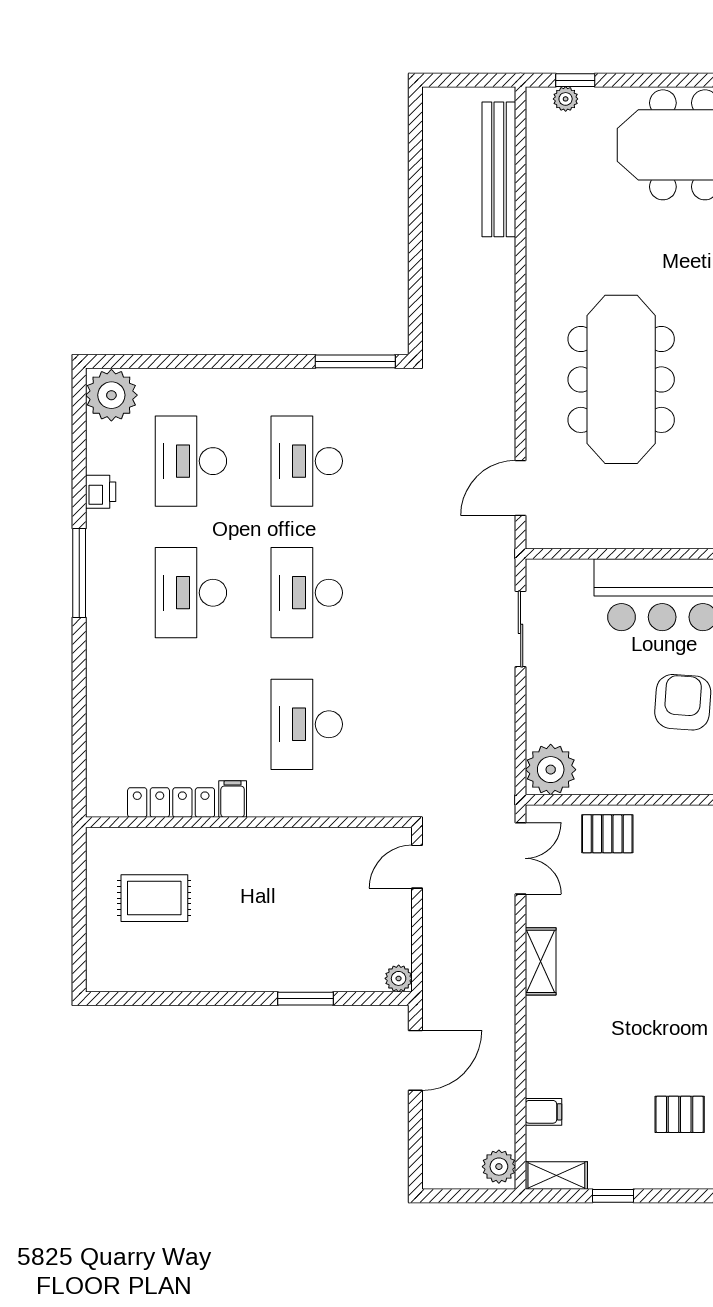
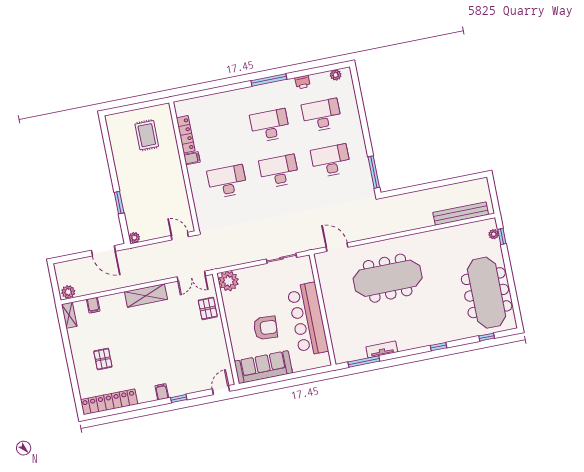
plant: (111, 395) -> (336, 75), width x0.53, depth x0.53
shelving: (541, 961) -> (146, 296), width x1.50, depth x1.33
window: (613, 1196) -> (66, 339), removed

